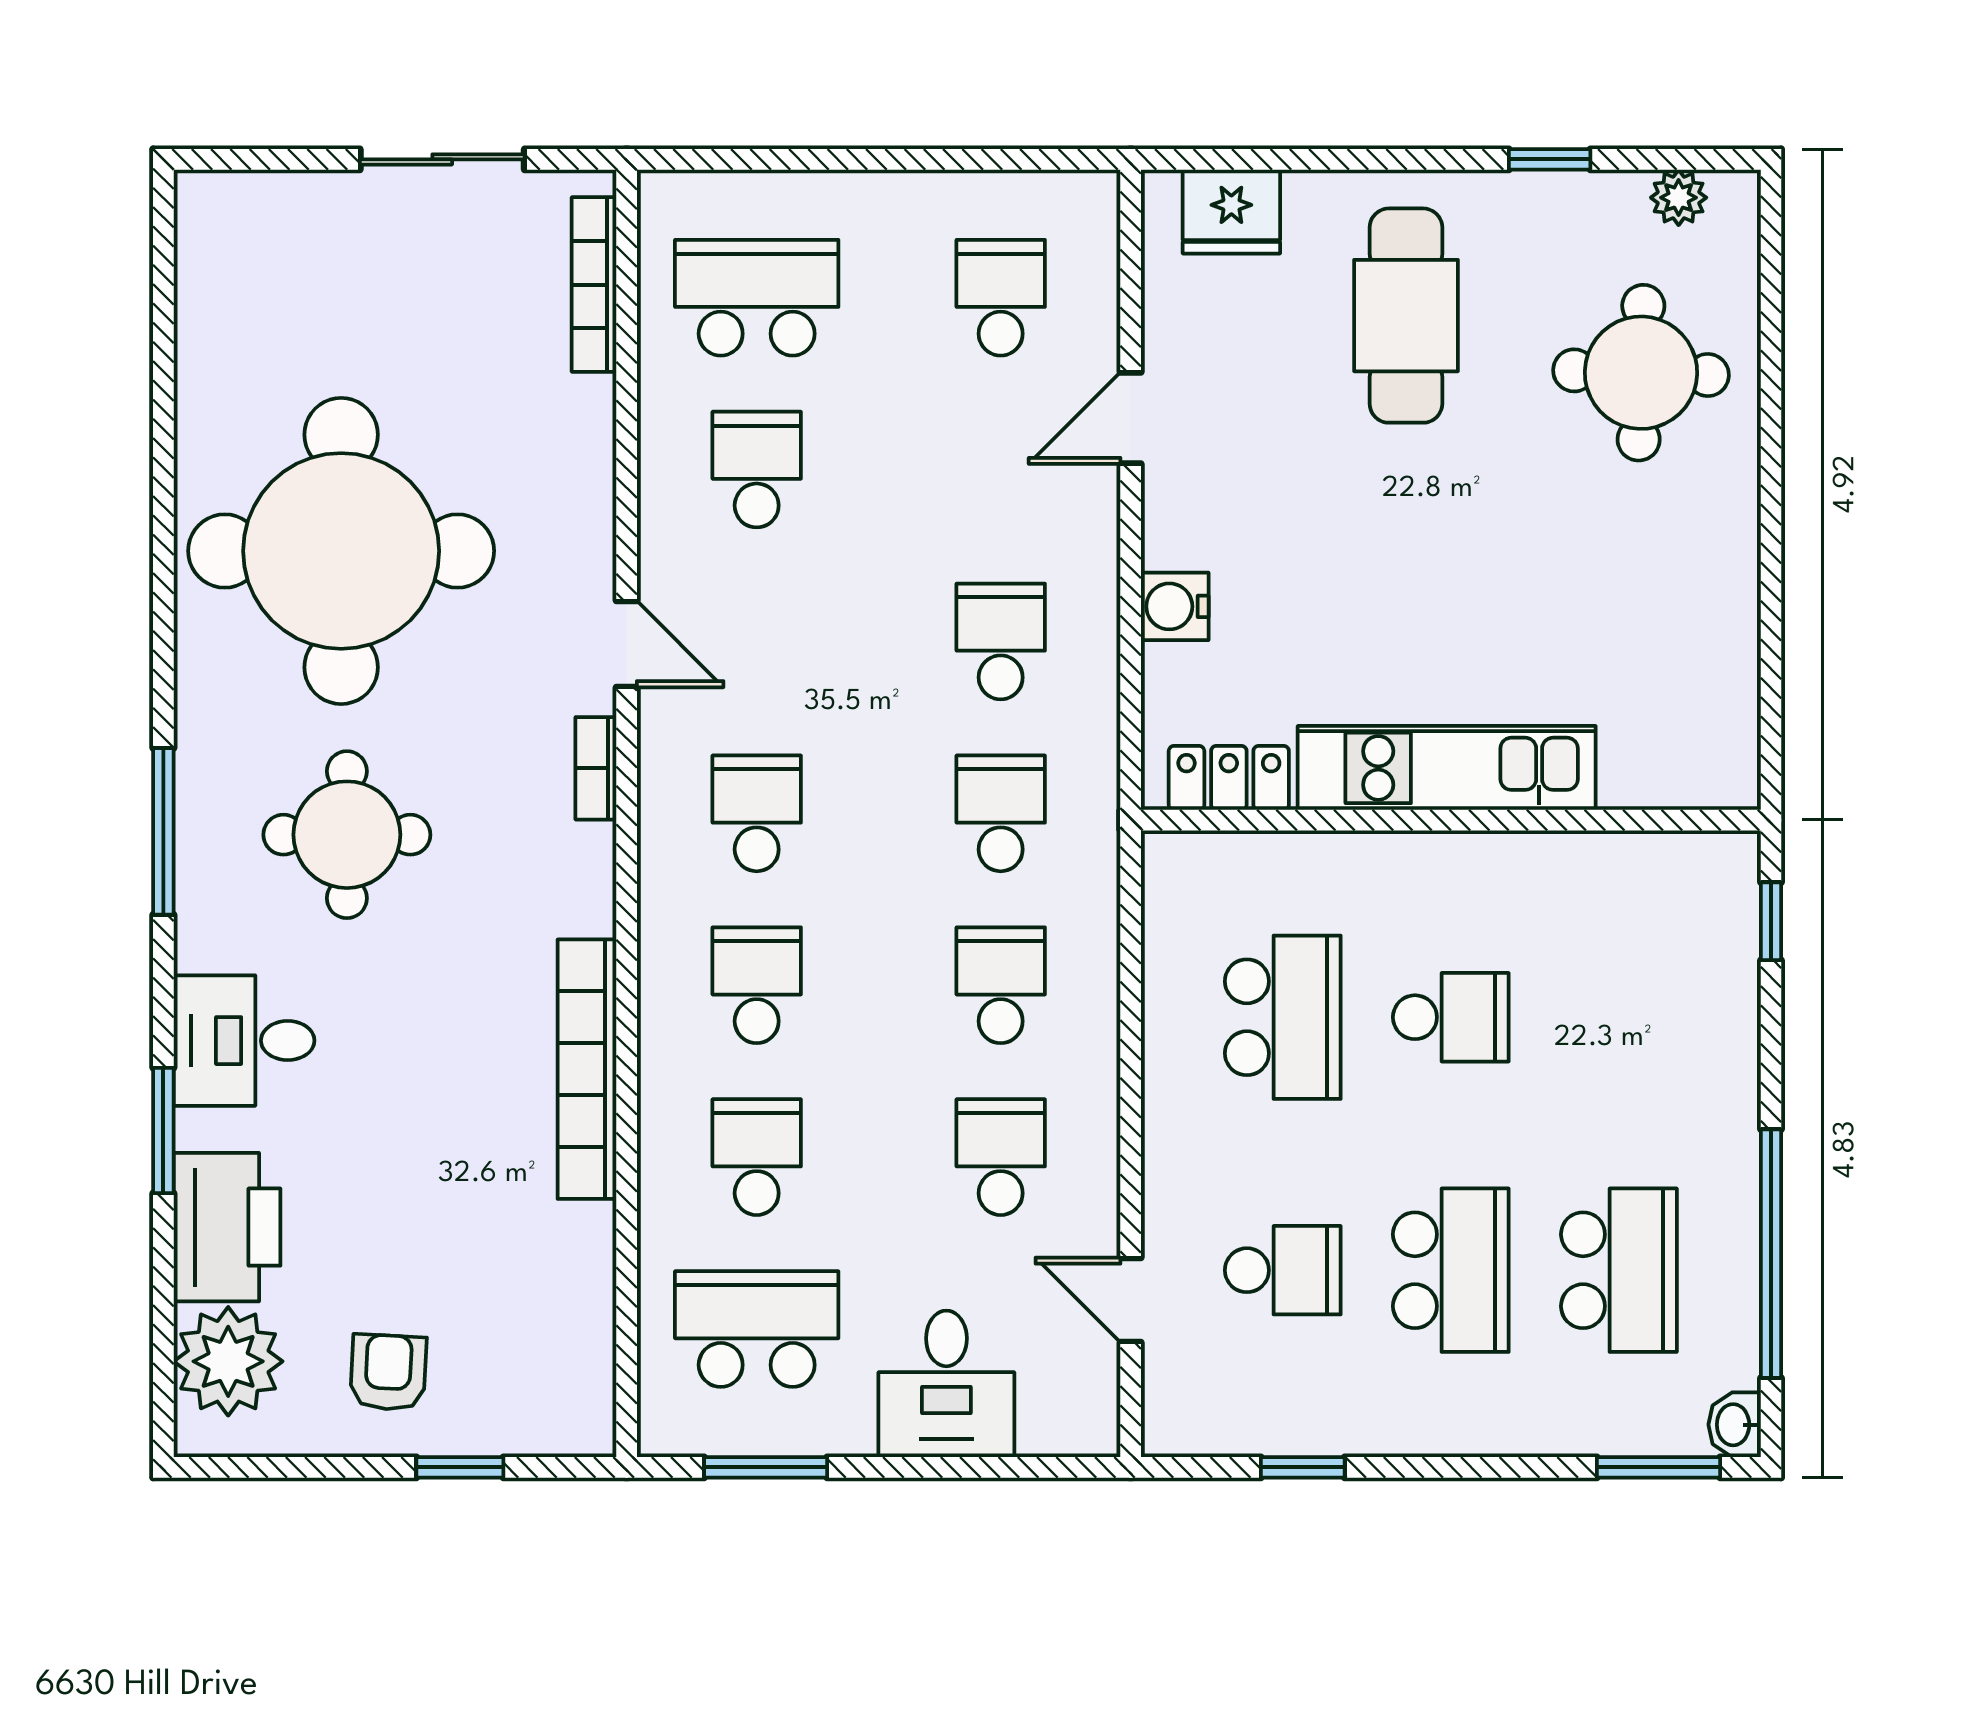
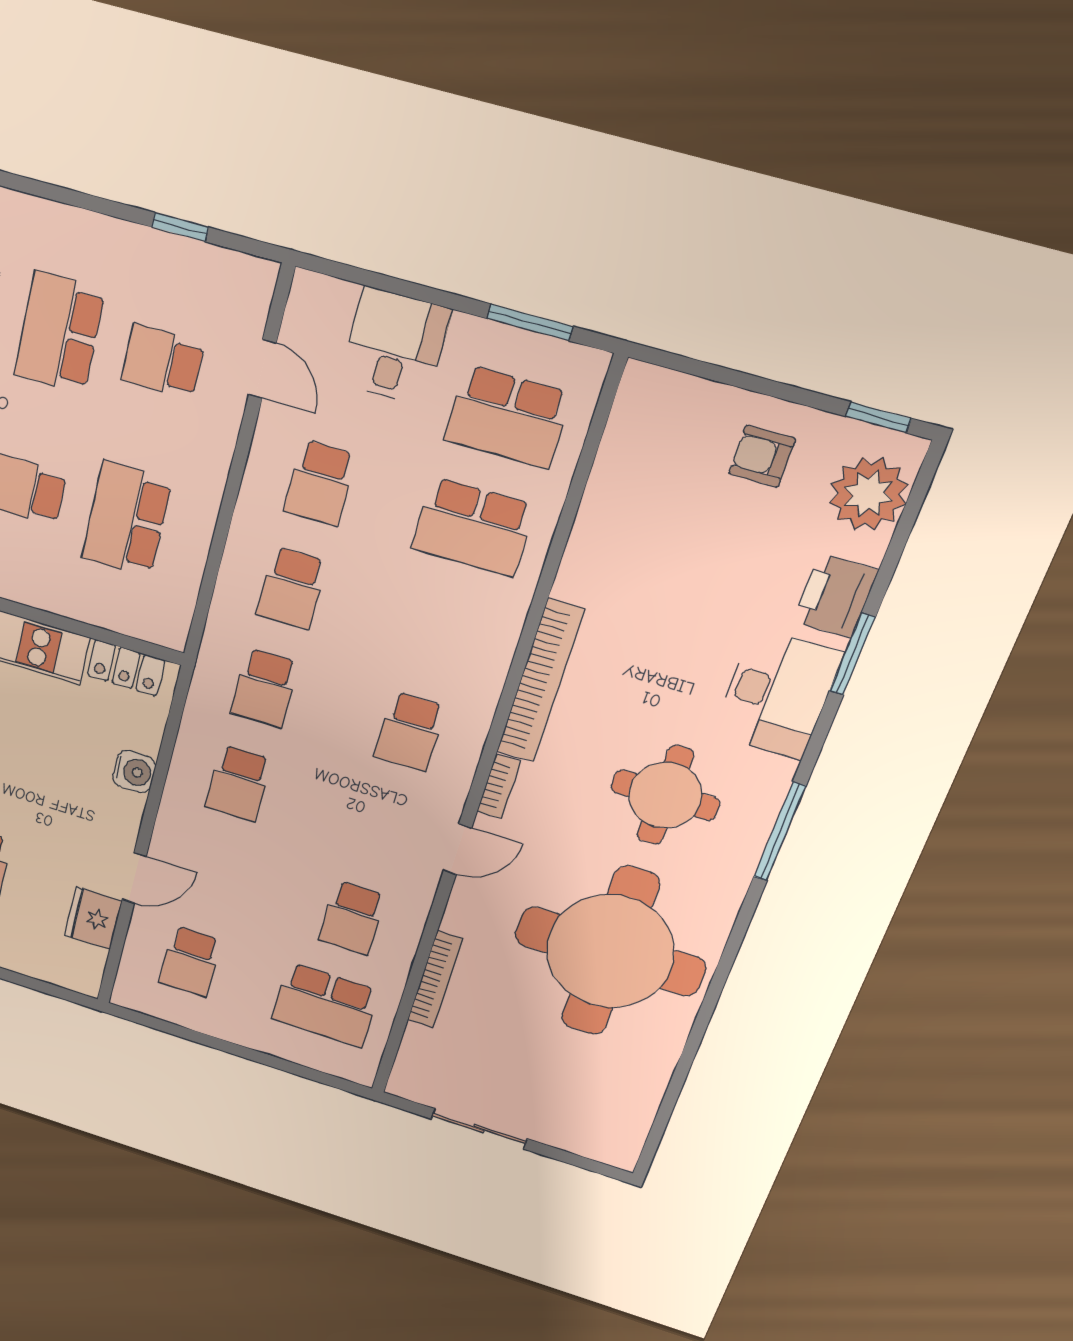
fridge: (1231, 212) -> (93, 918), moved, turned -90
bookcase: (594, 285) -> (435, 979), moved
door: (627, 644) -> (458, 849), swing flipped
school desk: (757, 985) -> (441, 632), removed
desk: (244, 1041) -> (777, 694), width x1.37
bookcase: (587, 1069) -> (540, 681), moved
school desk: (757, 1157) -> (473, 527), width x1.85
printer: (227, 1227) -> (835, 596), width x0.73, depth x0.84
armchair: (388, 1372) -> (762, 456), turned 87
window: (460, 1467) -> (878, 417), moved

